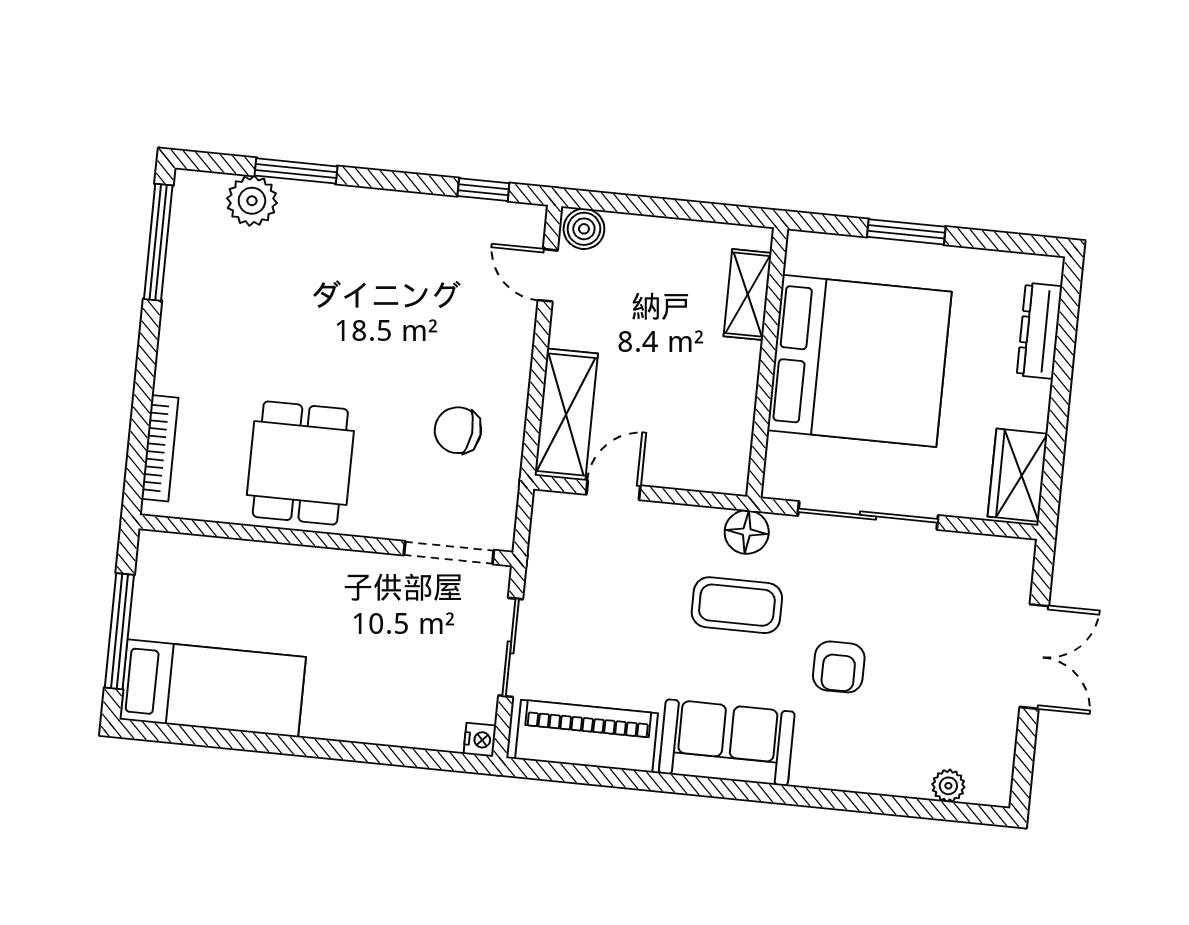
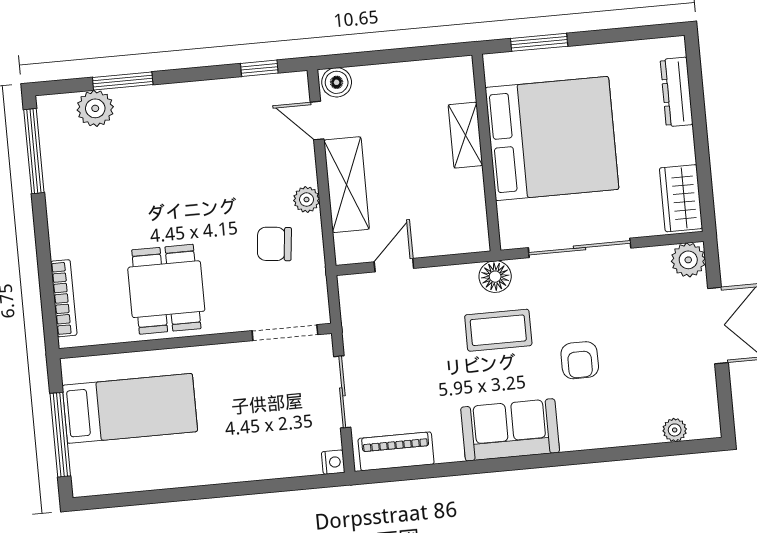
window: (906, 232) -> (539, 42), moved
shelving: (748, 295) -> (465, 135), moved
plant: (513, 379) -> (307, 200), added
shelving: (566, 415) -> (347, 185), moved
plant: (1011, 560) -> (688, 260), added
bed: (213, 688) -> (130, 408), moved
piano: (587, 736) -> (396, 451), width x0.73, depth x0.75

